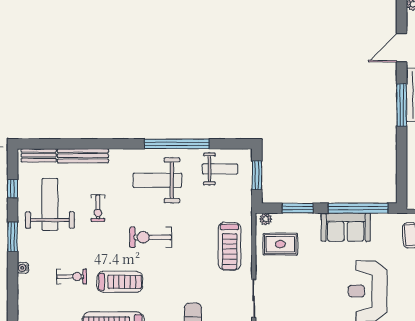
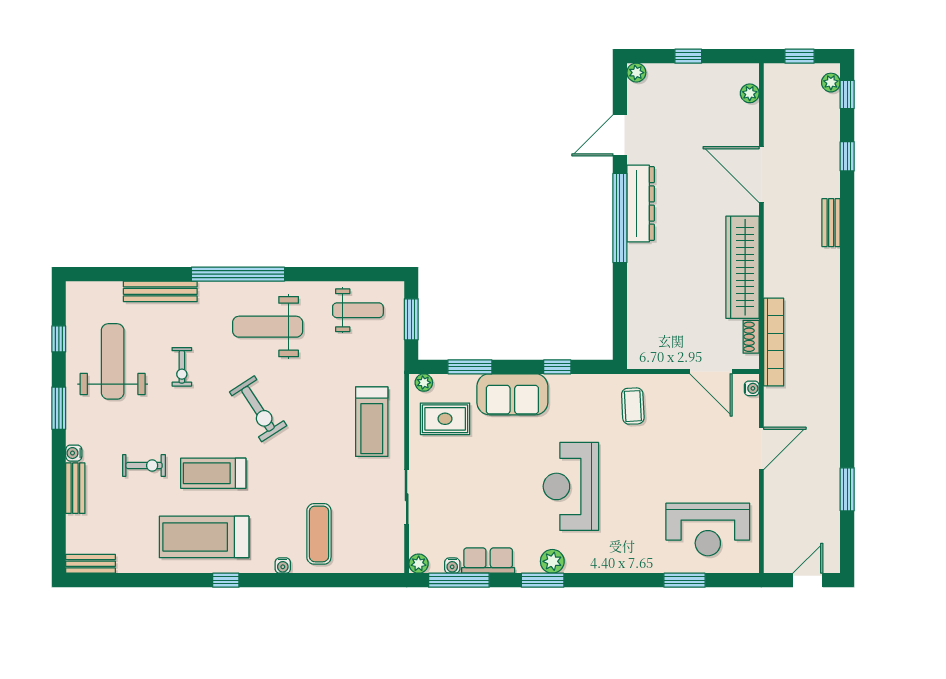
window: (402, 105) -> (620, 218), width x1.46
window: (177, 144) -> (238, 274), moved
bench: (39, 155) -> (75, 488), moved, turned 90
window: (358, 208) -> (557, 367), width x0.32
sofa: (346, 227) -> (512, 394), moved
exercise bike: (151, 237) -> (258, 409), turned -123
treadmill: (120, 282) -> (213, 473), turned 180

